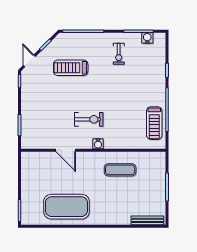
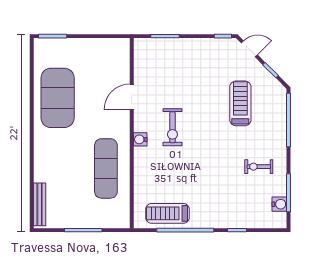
exercise mat: (120, 170) -> (106, 168), width x1.36, depth x1.45

